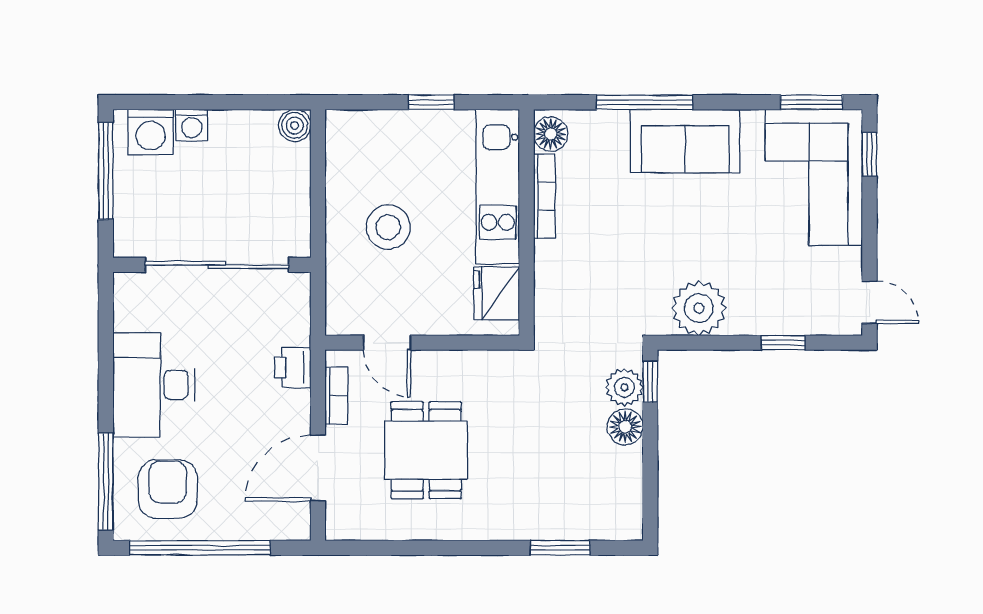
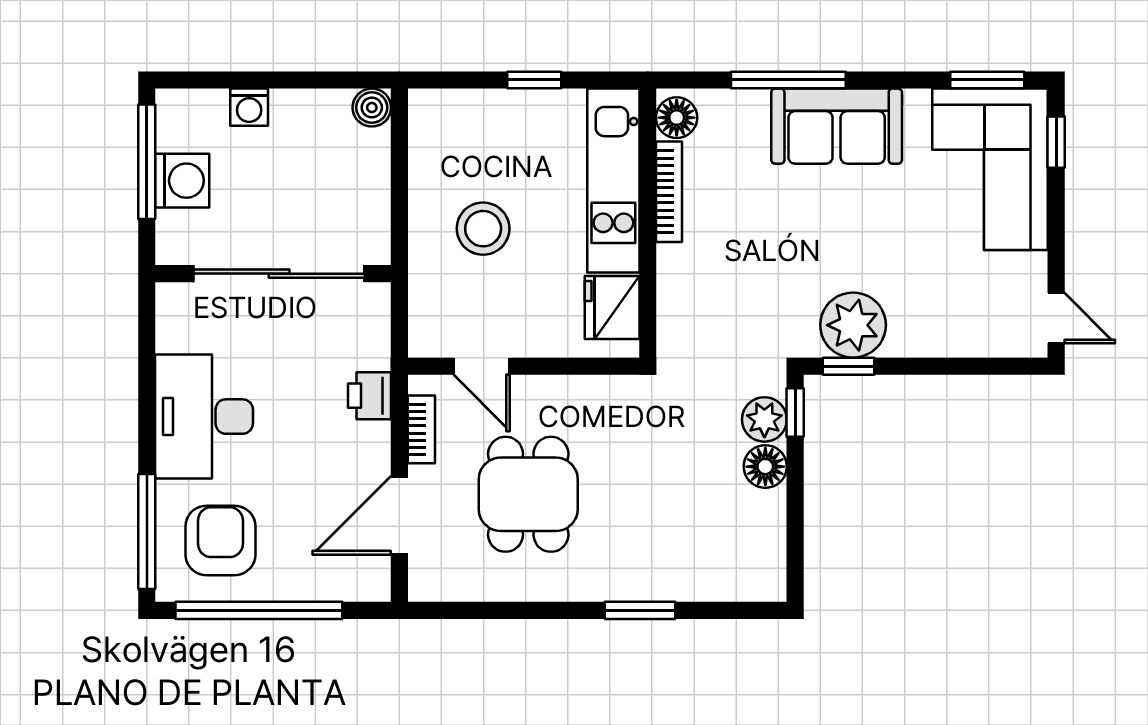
washing machine: (151, 132) -> (182, 181), moved, turned -90
window: (783, 343) -> (849, 366), moved
window: (560, 548) -> (640, 610), moved

